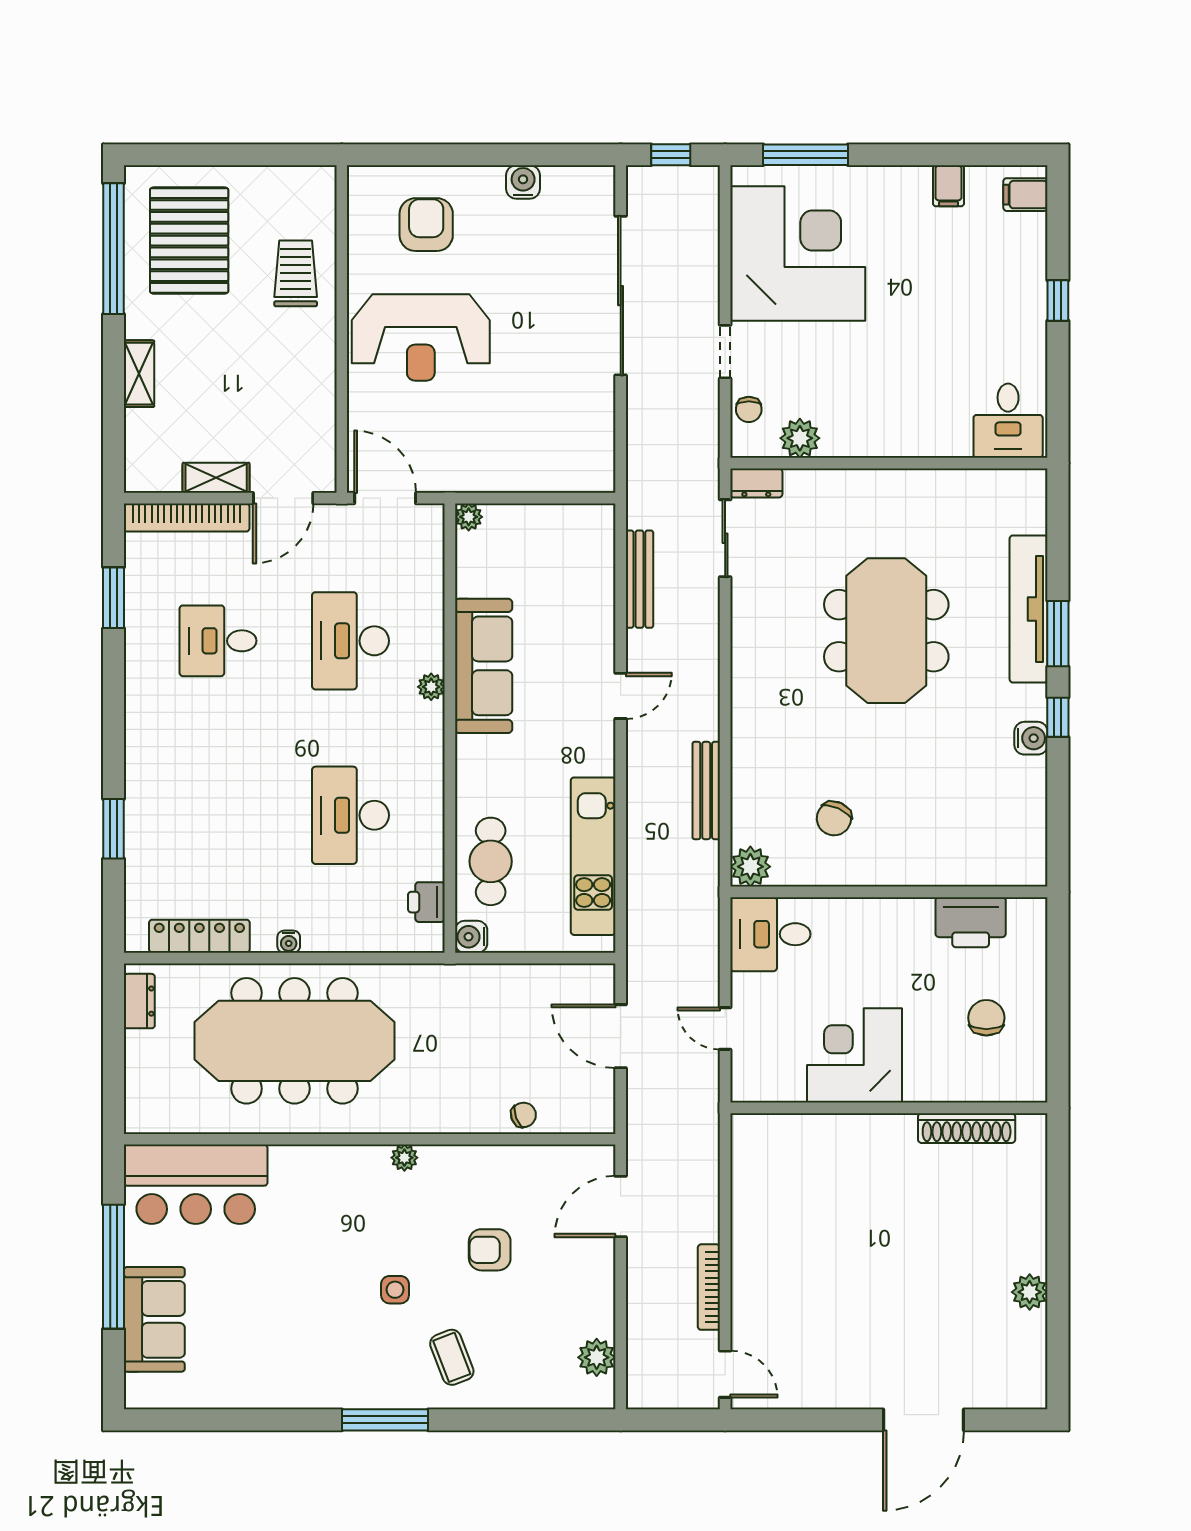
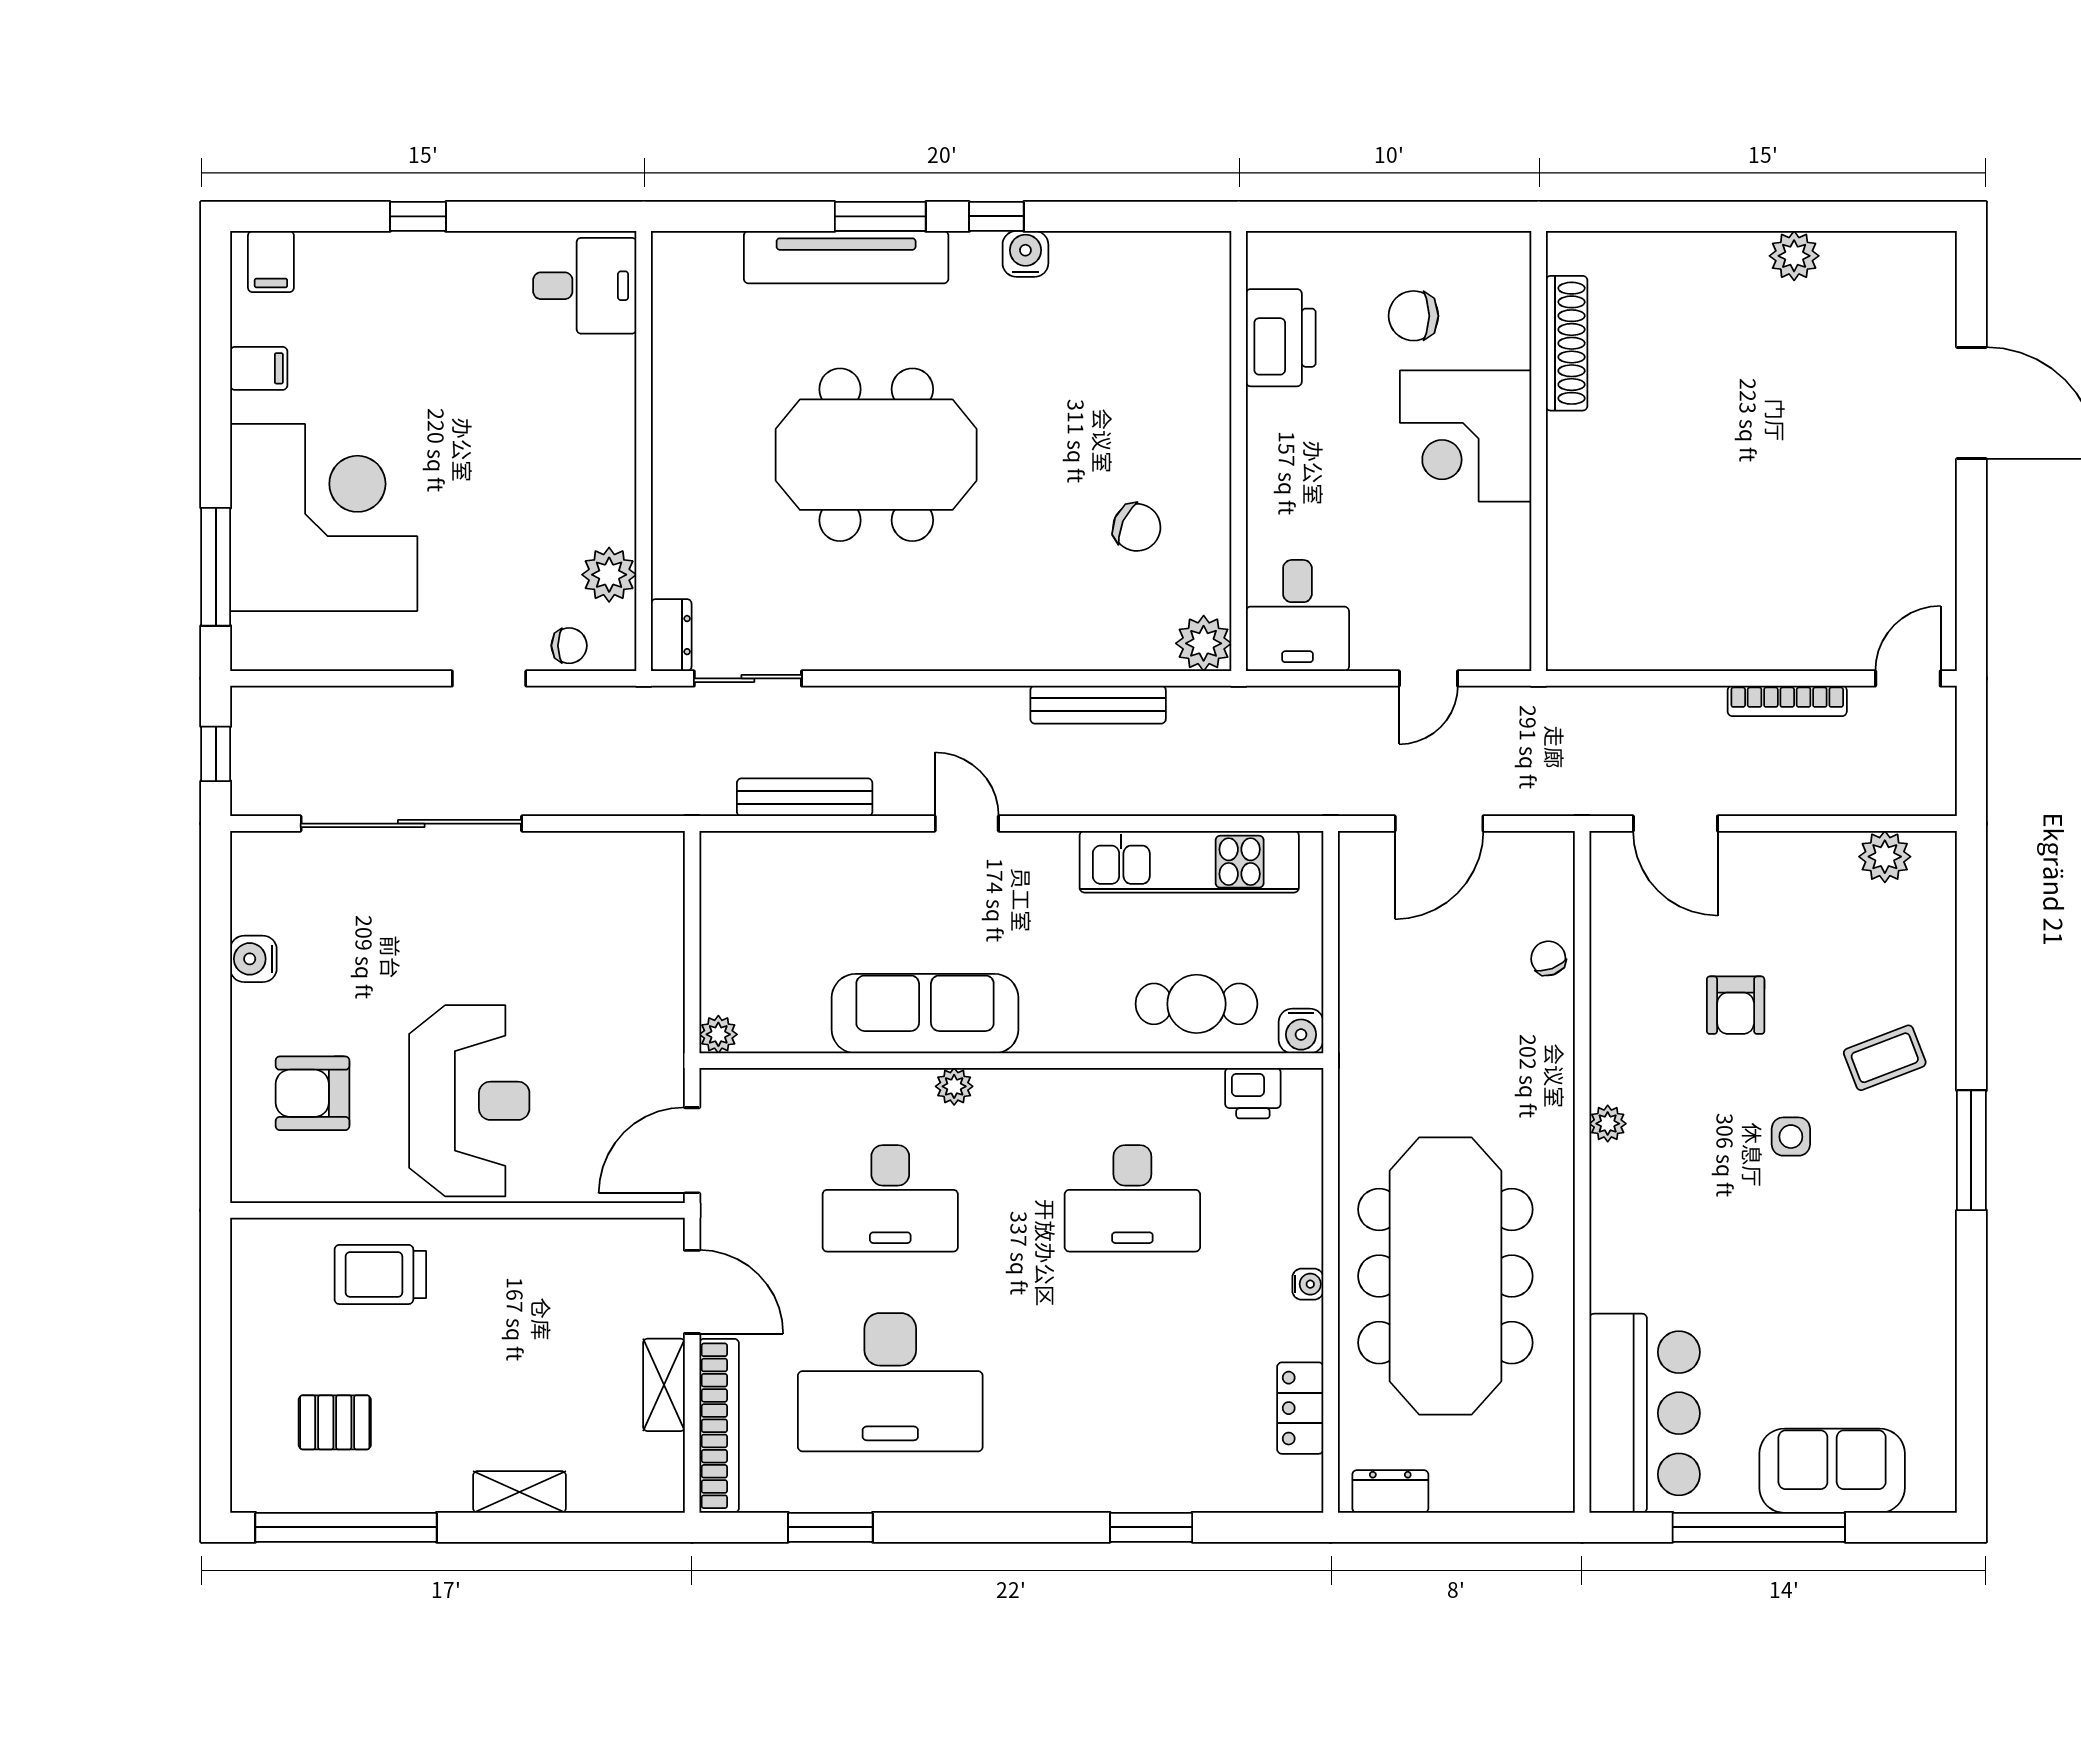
pallet: (189, 241) -> (335, 1422), width x0.49, depth x0.50
corner desk: (798, 253) -> (324, 517), moved, turned 90
desk: (218, 641) -> (890, 1382), width x1.87, depth x1.30
locker: (199, 936) -> (1300, 1408), width x0.66
corner desk: (854, 1055) -> (1466, 436), moved

